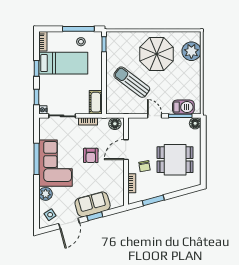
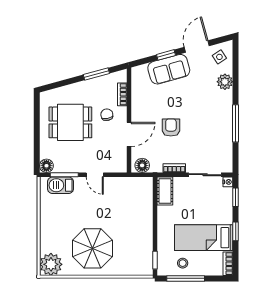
plant: (191, 51) -> (51, 264), moved
sun lounger: (132, 82) -> (122, 215), removed
corner sofa: (55, 163) -> (213, 118), removed

